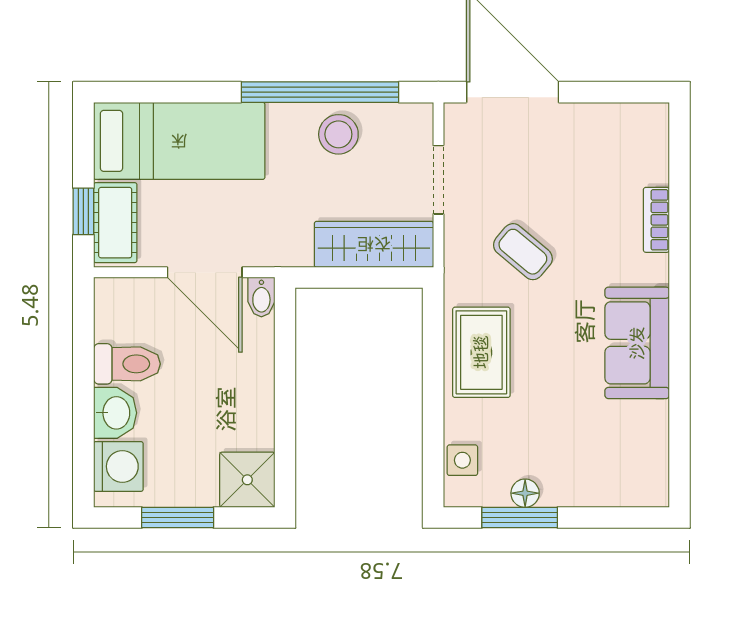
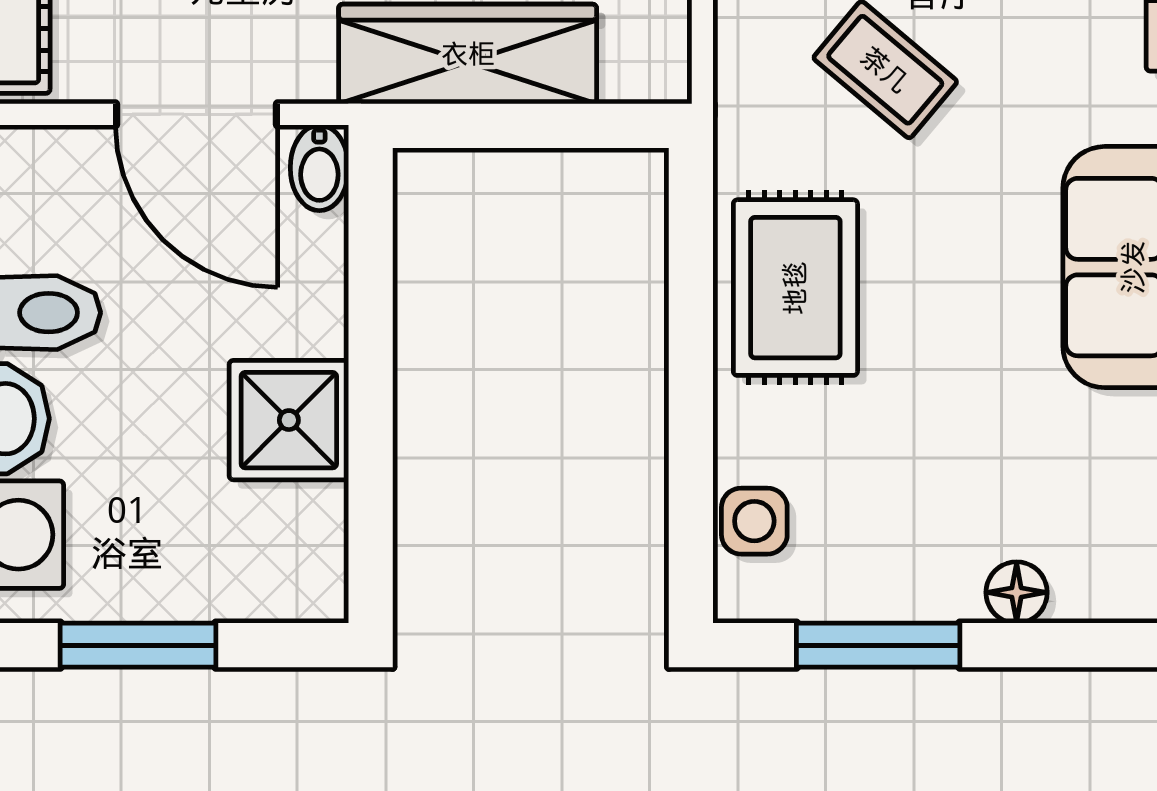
wardrobe: (374, 244) -> (468, 54), moved
shower: (247, 480) -> (289, 420), moved
floor lamp: (525, 493) -> (1017, 592), moved

